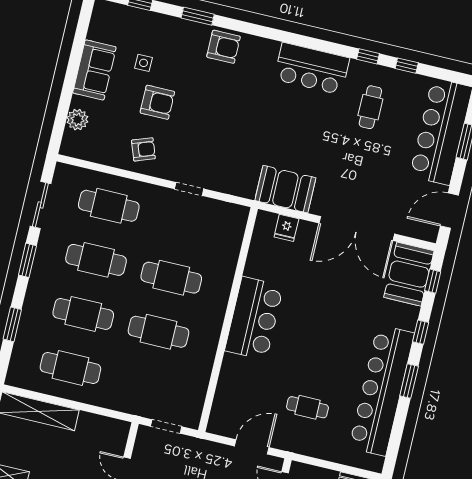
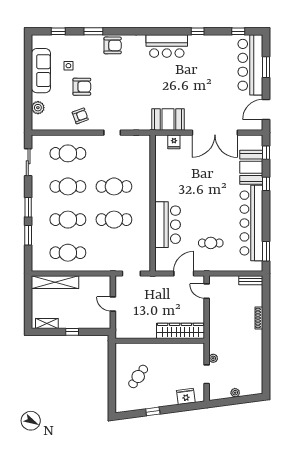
window: (407, 66) -> (238, 31), moved
sofa: (94, 70) -> (41, 71), width x1.36
cafe table: (370, 107) -> (206, 60), removed
window: (27, 260) -> (28, 207), moved
booth: (409, 274) -> (251, 167), moved
bar counter: (254, 318) -> (168, 225), moved
window: (409, 381) -> (266, 251), moved

